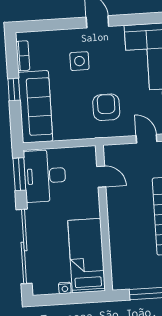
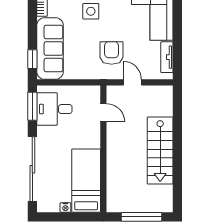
window: (14, 89) -> (32, 59), moved
door: (147, 139) -> (132, 82), moved
desk: (45, 176) -> (54, 109), width x0.73

